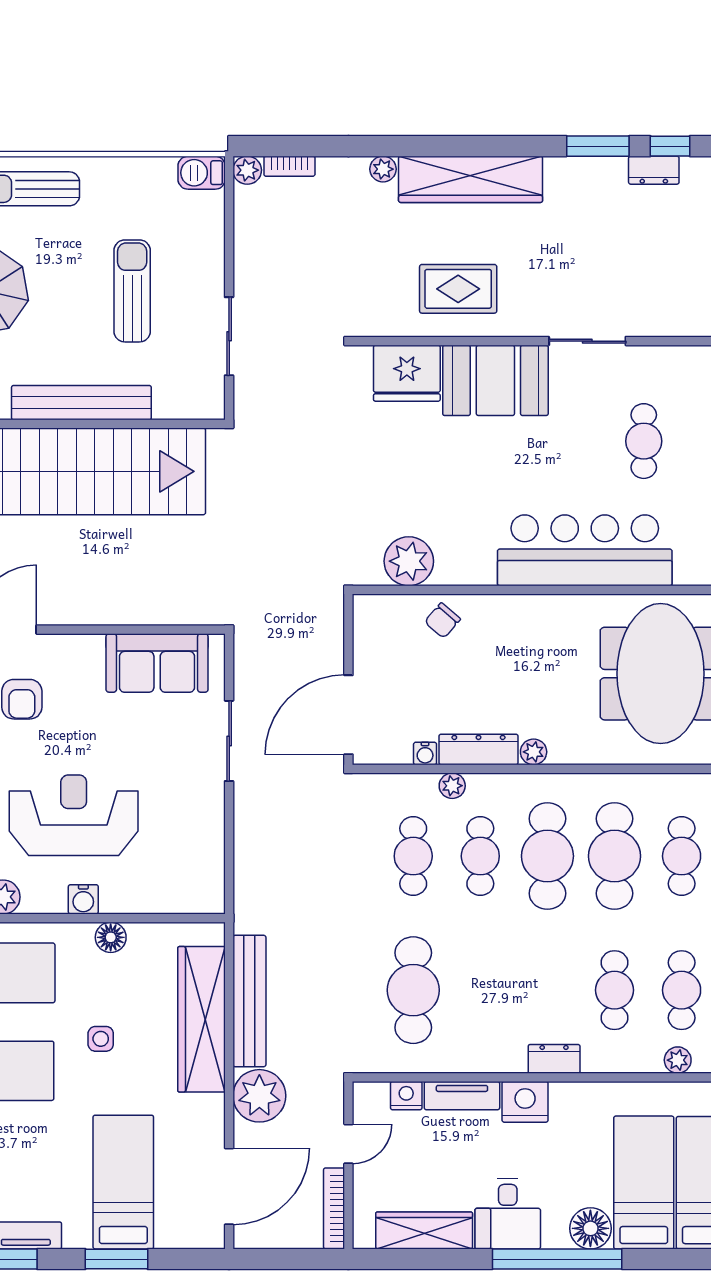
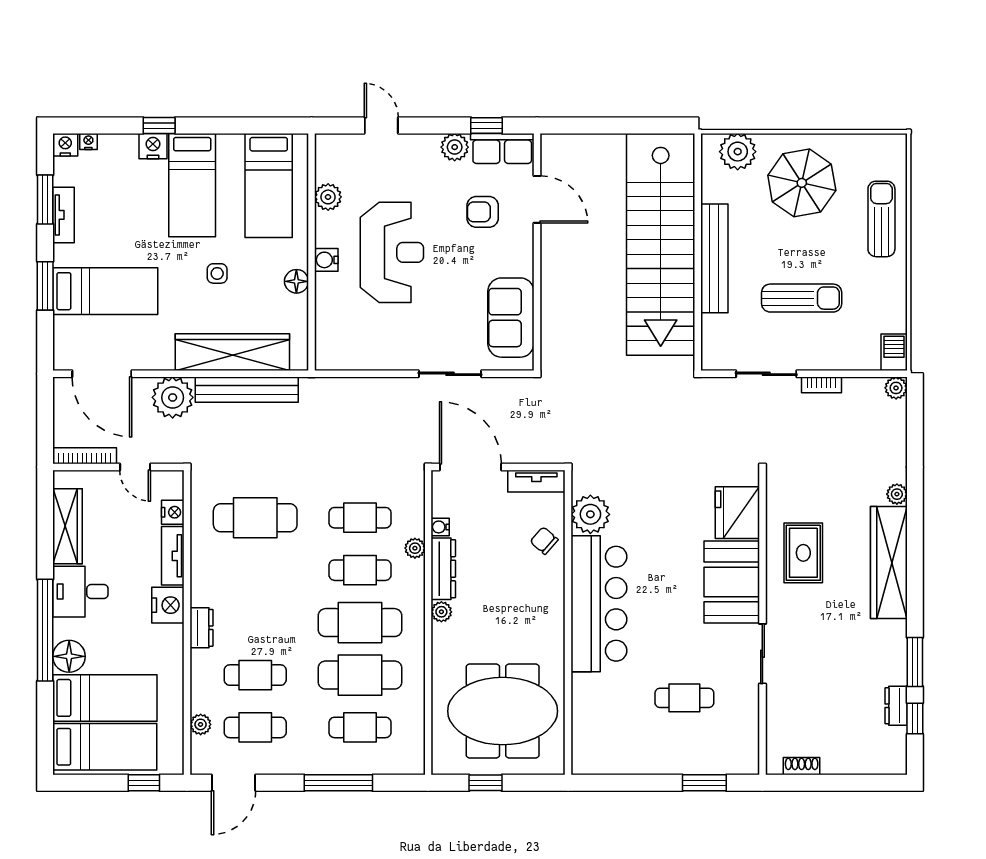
bookcase: (289, 166) -> (821, 385), moved, turned -90
bar counter: (585, 550) -> (599, 604), moved
tv unit: (366, 630) -> (536, 481), added

